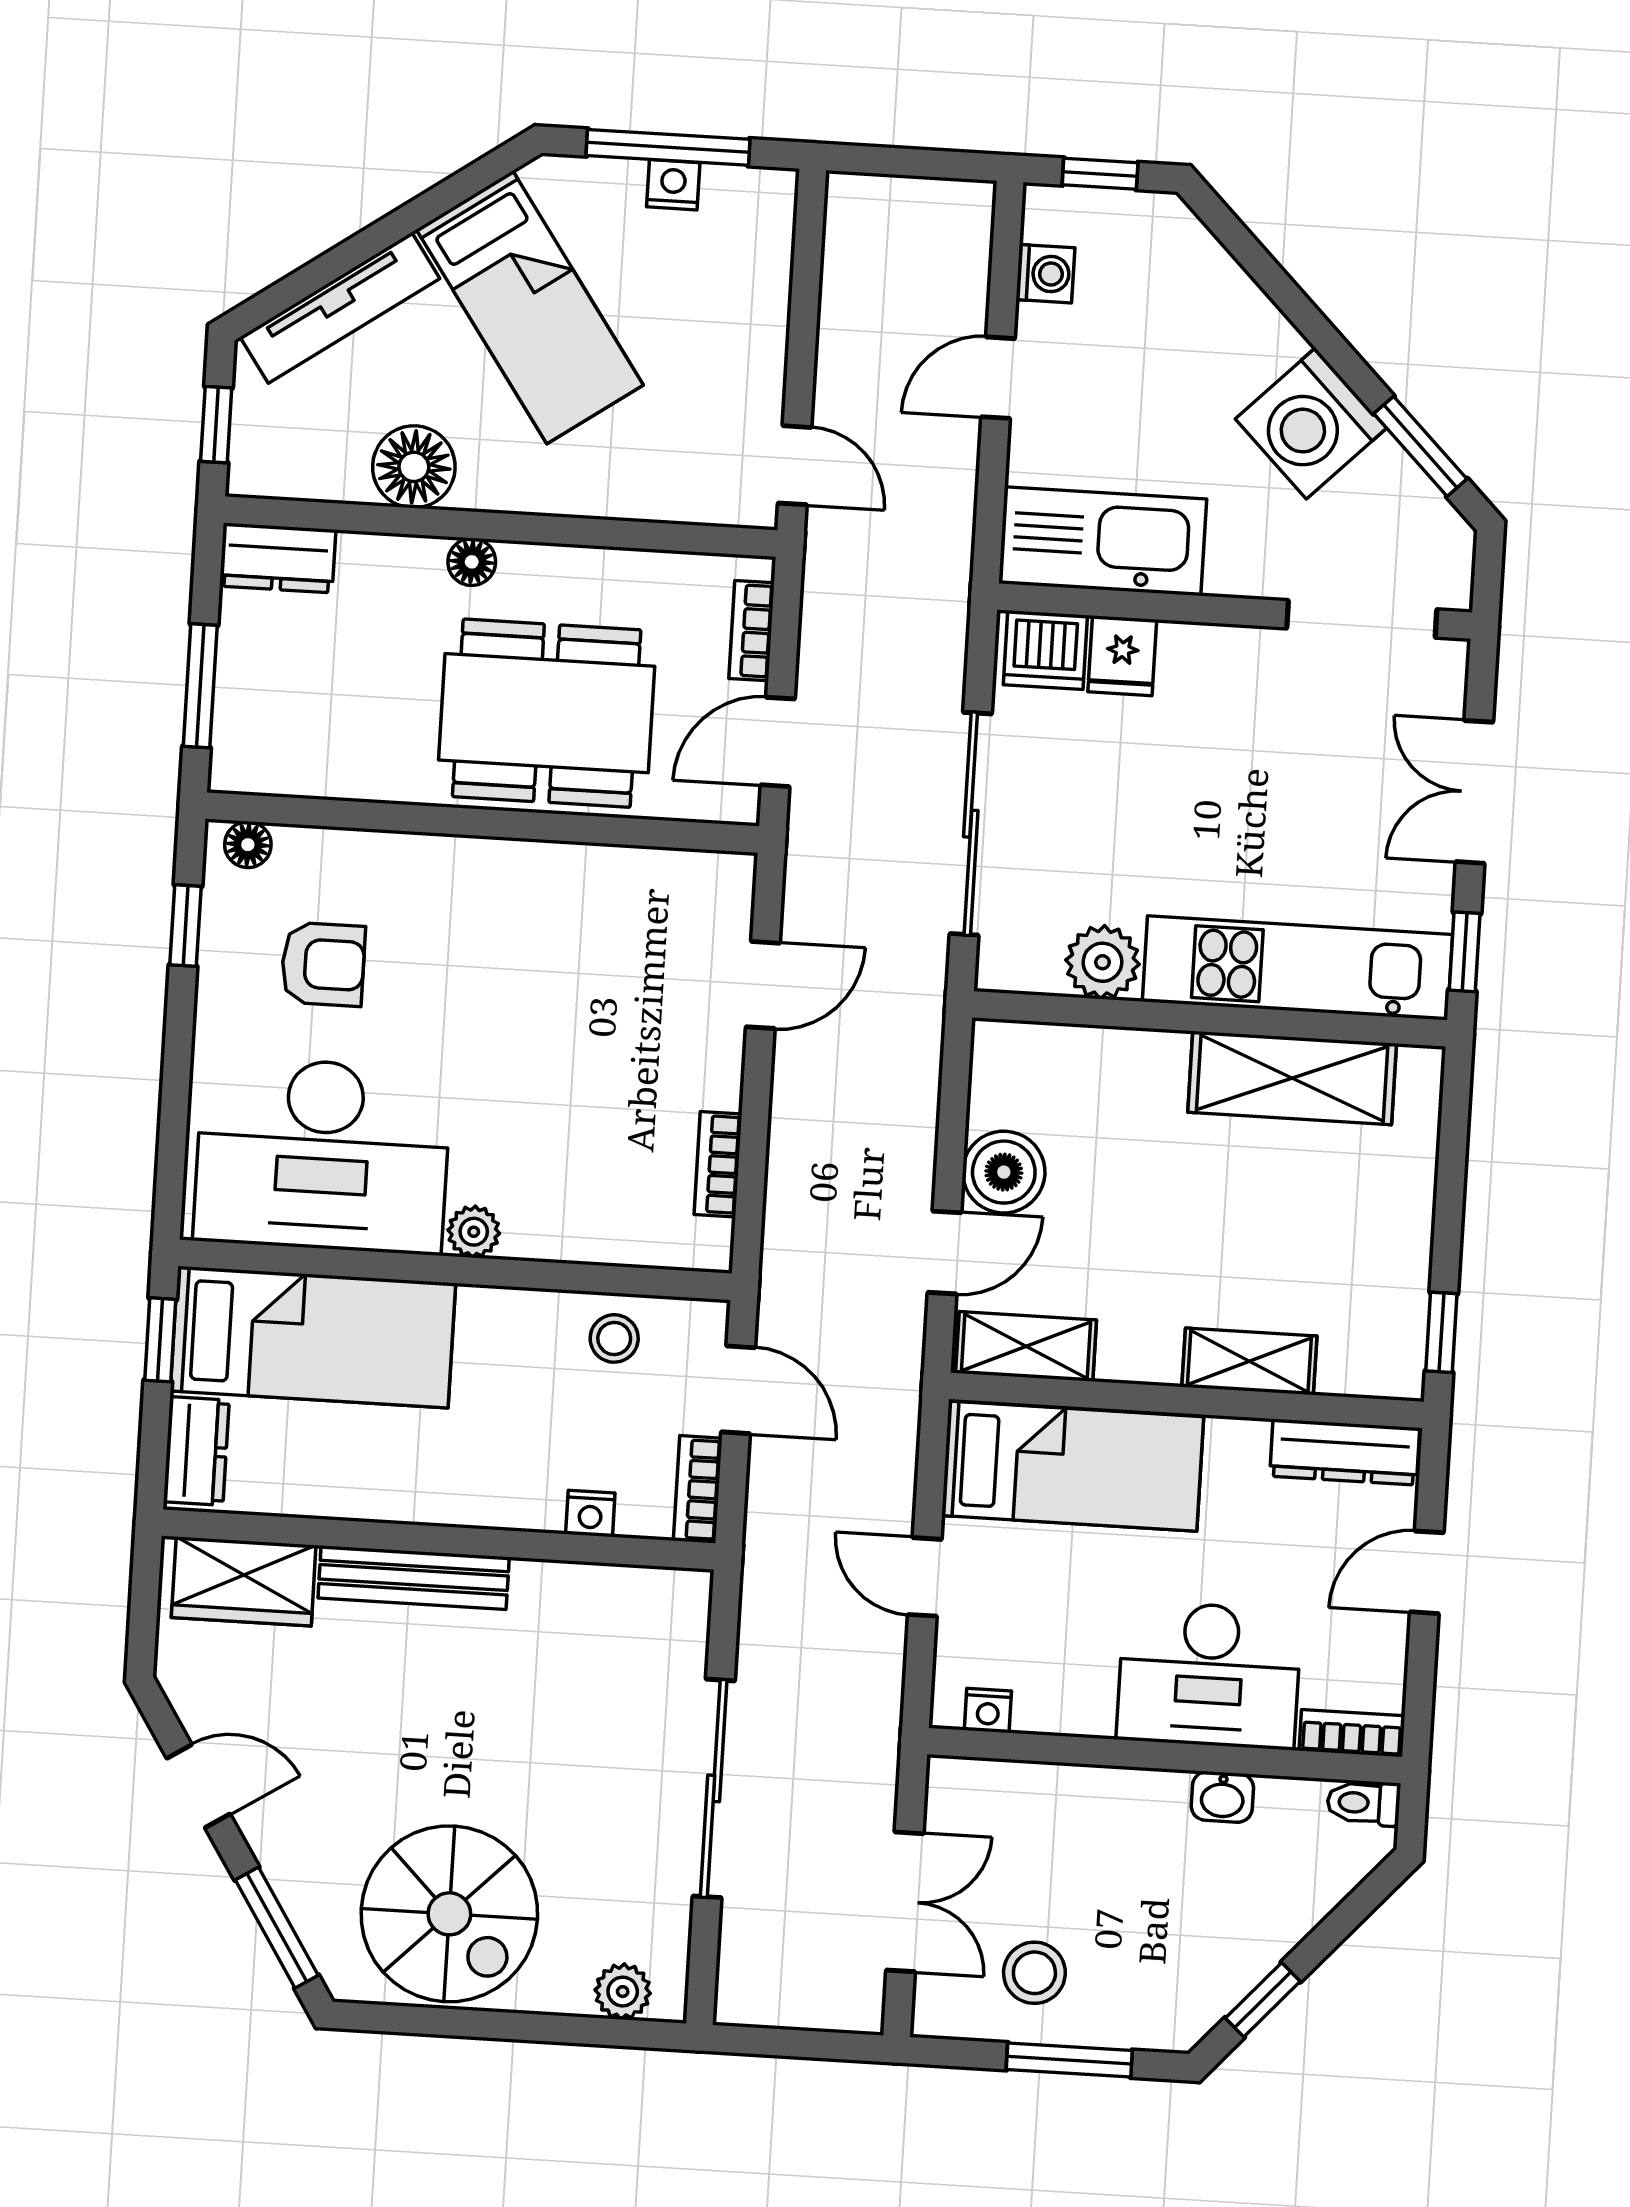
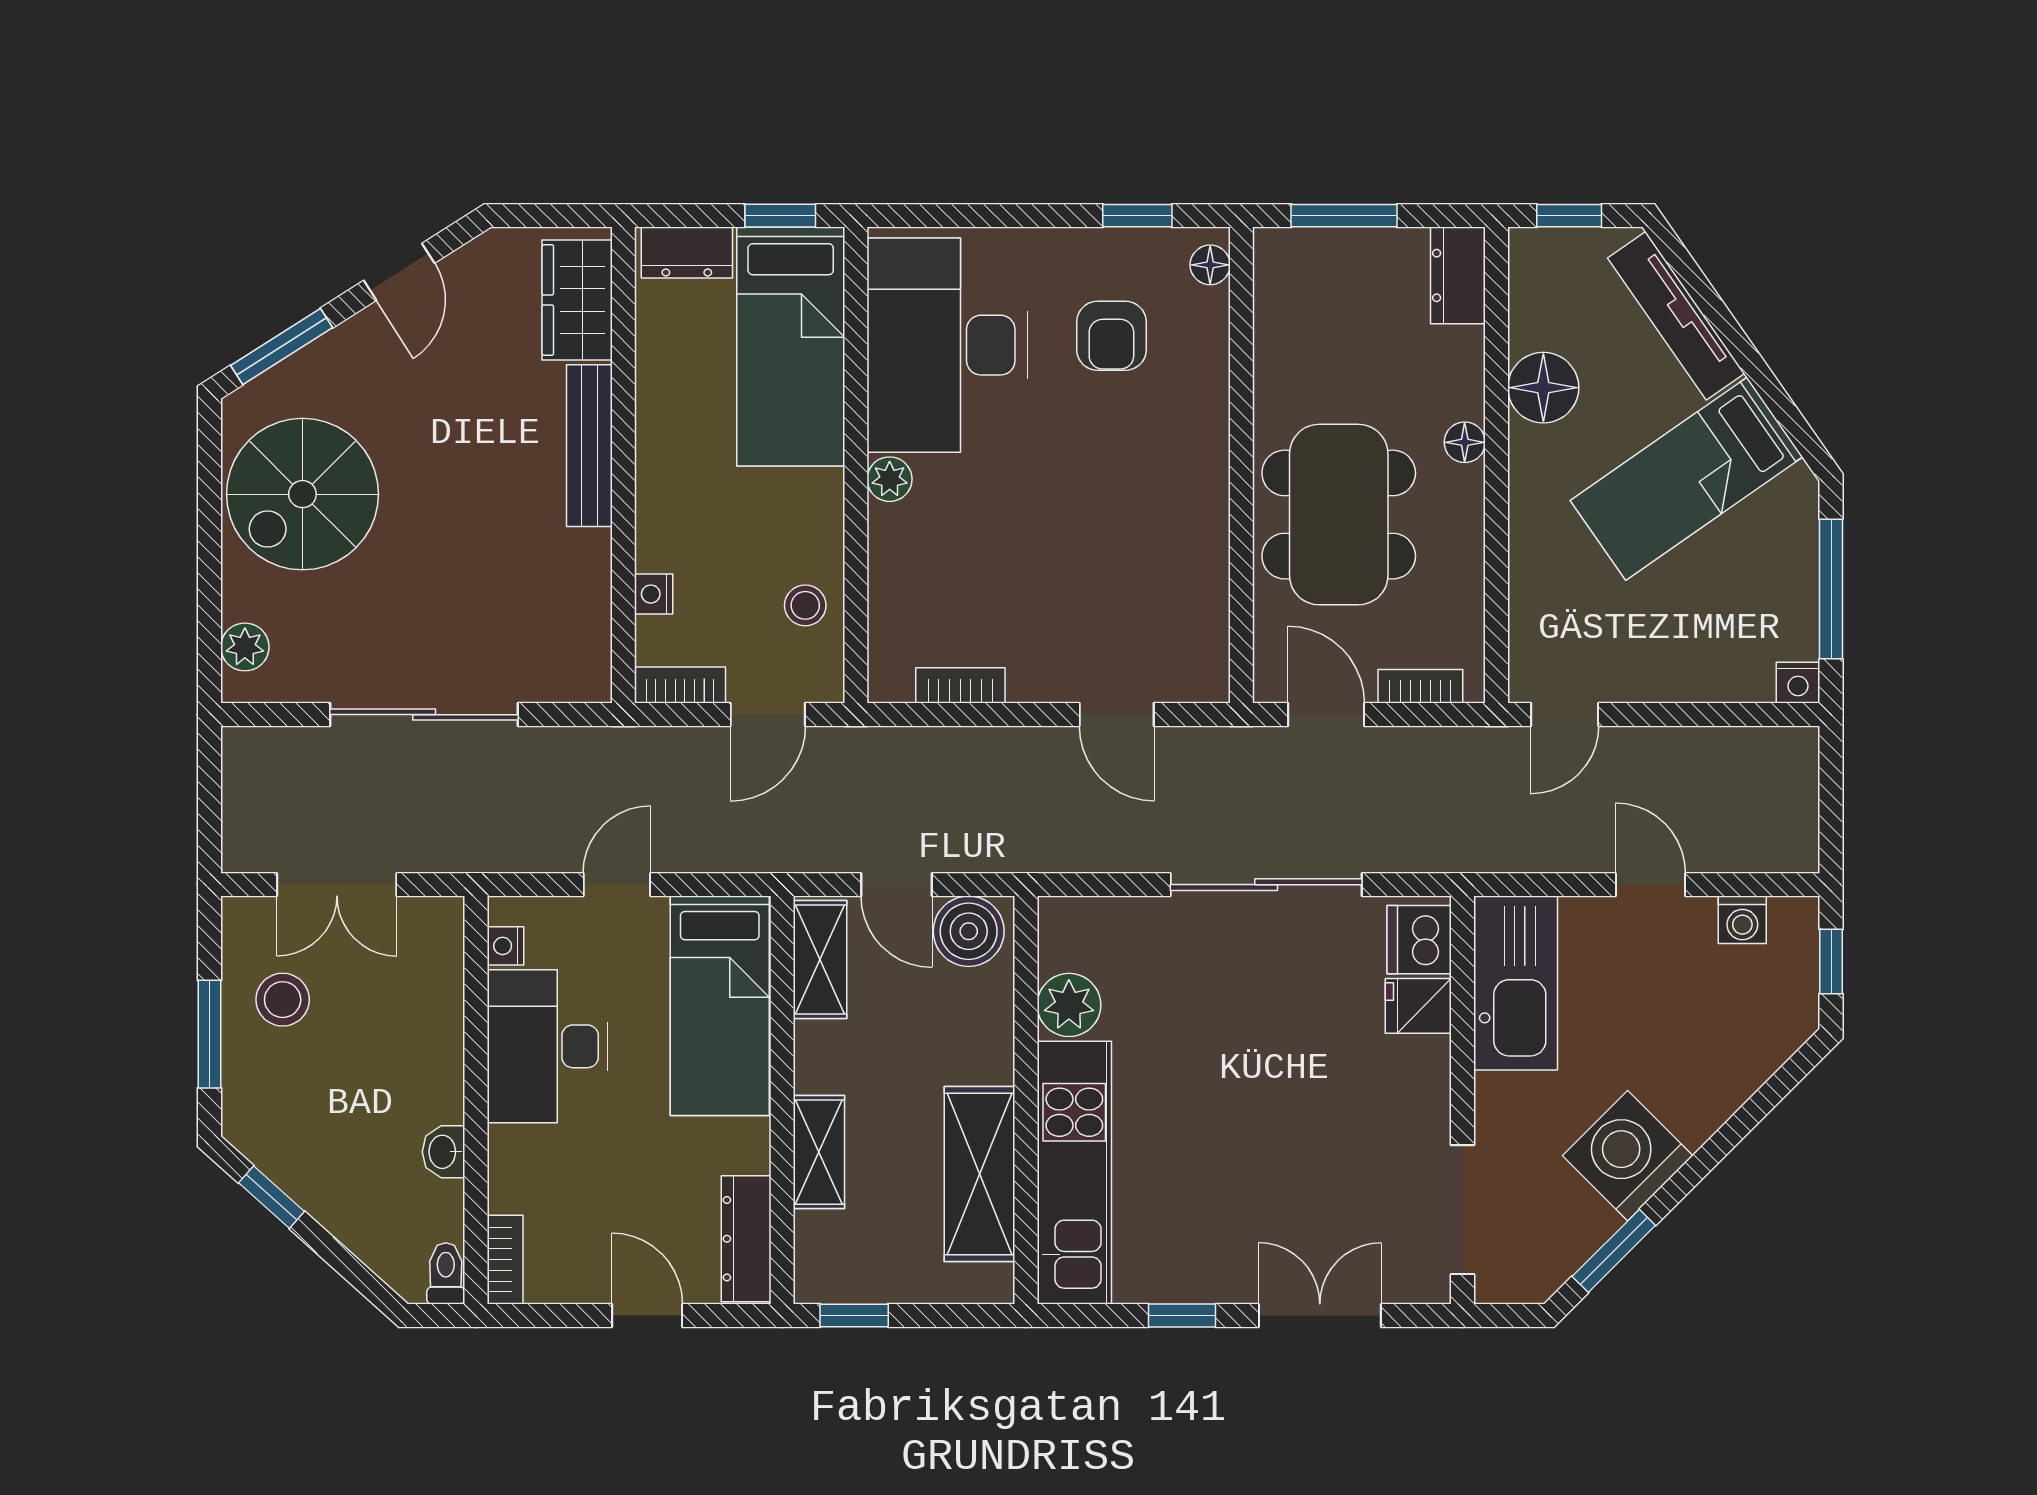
nightstand: (673, 185) -> (1798, 683), moved, turned 90
plant: (1102, 962) -> (1069, 1005), moved
kitchen unit: (1297, 968) -> (1074, 1173), moved
wall: (1210, 1019) -> (1026, 1100), moved
shelving: (1292, 1078) -> (980, 1174), moved
desk: (1209, 1675) -> (548, 1046), moved

